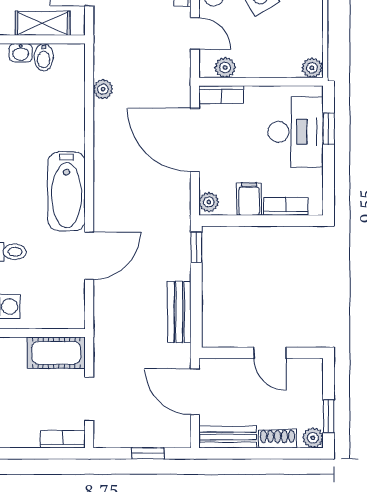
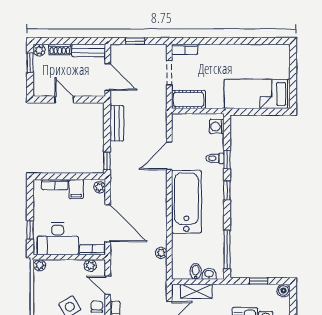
desk: (296, 132) -> (58, 239), moved, turned -90
bathtub: (66, 191) -> (186, 202), width x1.36, depth x1.36

